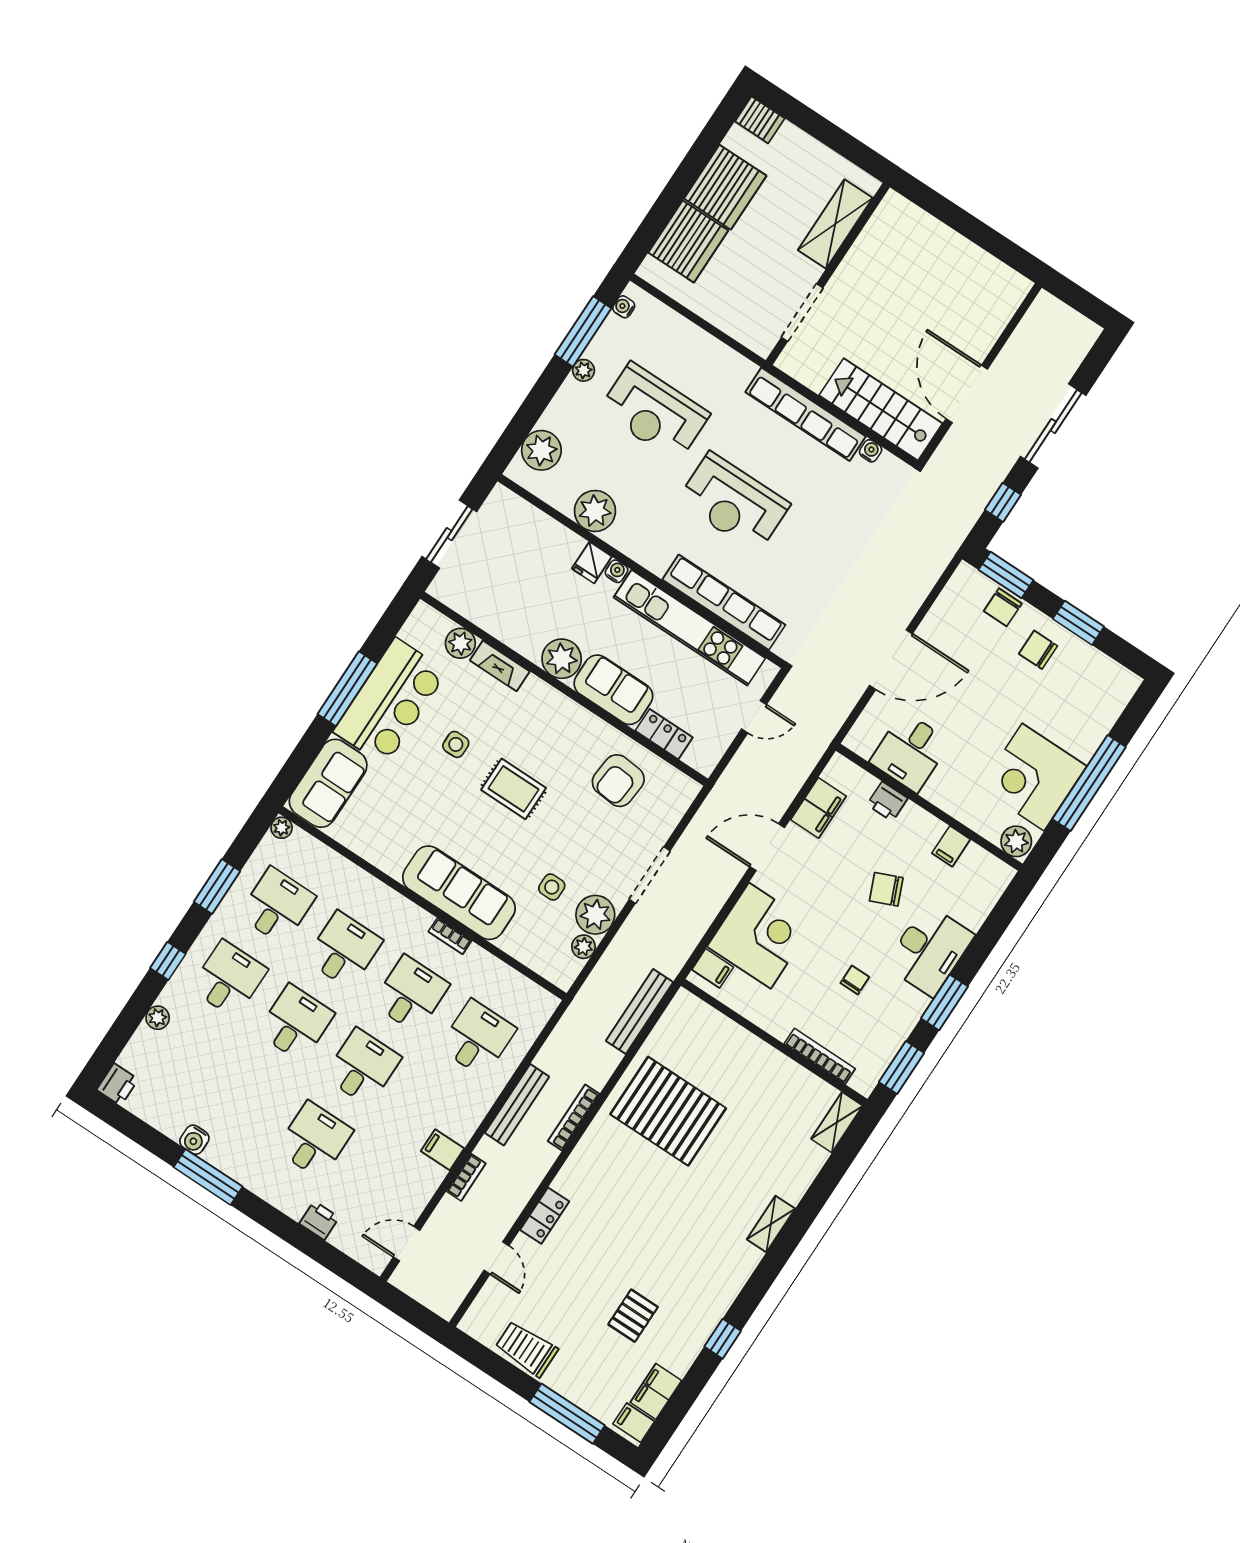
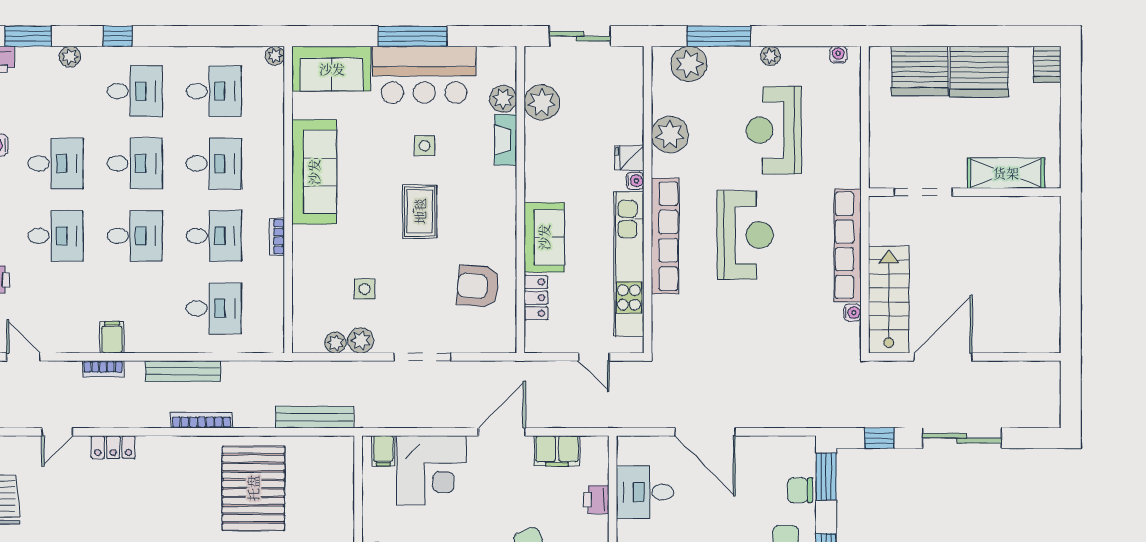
window: (583, 331) -> (719, 36), moved
reception desk: (733, 503) -> (745, 235), turned 180
row of seats: (724, 602) -> (665, 236), moved
plant: (562, 659) -> (542, 103), moved
door: (767, 847) -> (502, 432), hinge flipped
window: (217, 887) -> (28, 36), moved
sofa: (459, 893) -> (314, 172), moved
plant: (595, 915) -> (361, 340), width x0.73, depth x0.73
desk: (248, 1096) -> (56, 163), added

